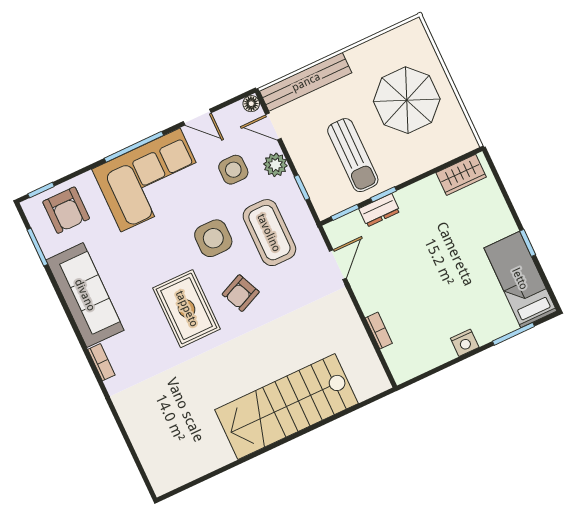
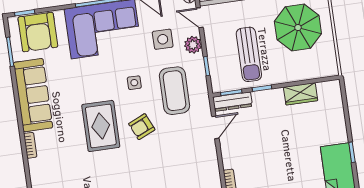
wardrobe: (461, 175) -> (301, 94), moved
armchair: (66, 210) -> (38, 32), width x1.36, depth x1.36
dresser: (379, 210) -> (233, 102), moved, width x1.44
side table: (213, 238) -> (134, 83), width x0.54, depth x0.54

